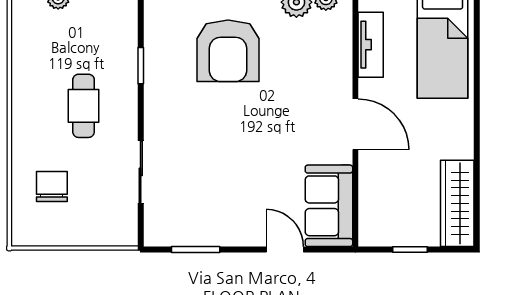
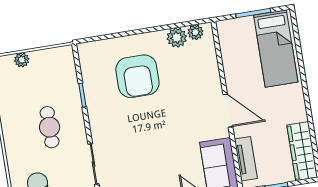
tv unit: (371, 45) -> (246, 159), moved

